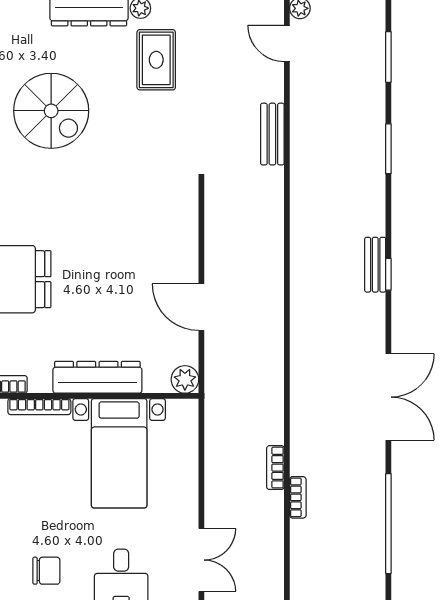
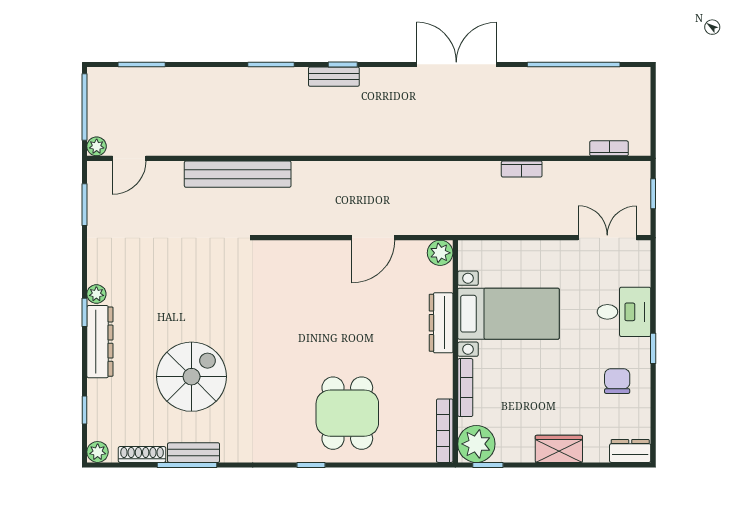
rug: (156, 60) -> (144, 279), removed
bench: (272, 134) -> (238, 174), width x1.86, depth x1.21
window: (388, 149) -> (271, 64), moved
dresser: (97, 377) -> (441, 323), width x0.73, depth x0.80
bookcase: (298, 497) -> (609, 148), moved

